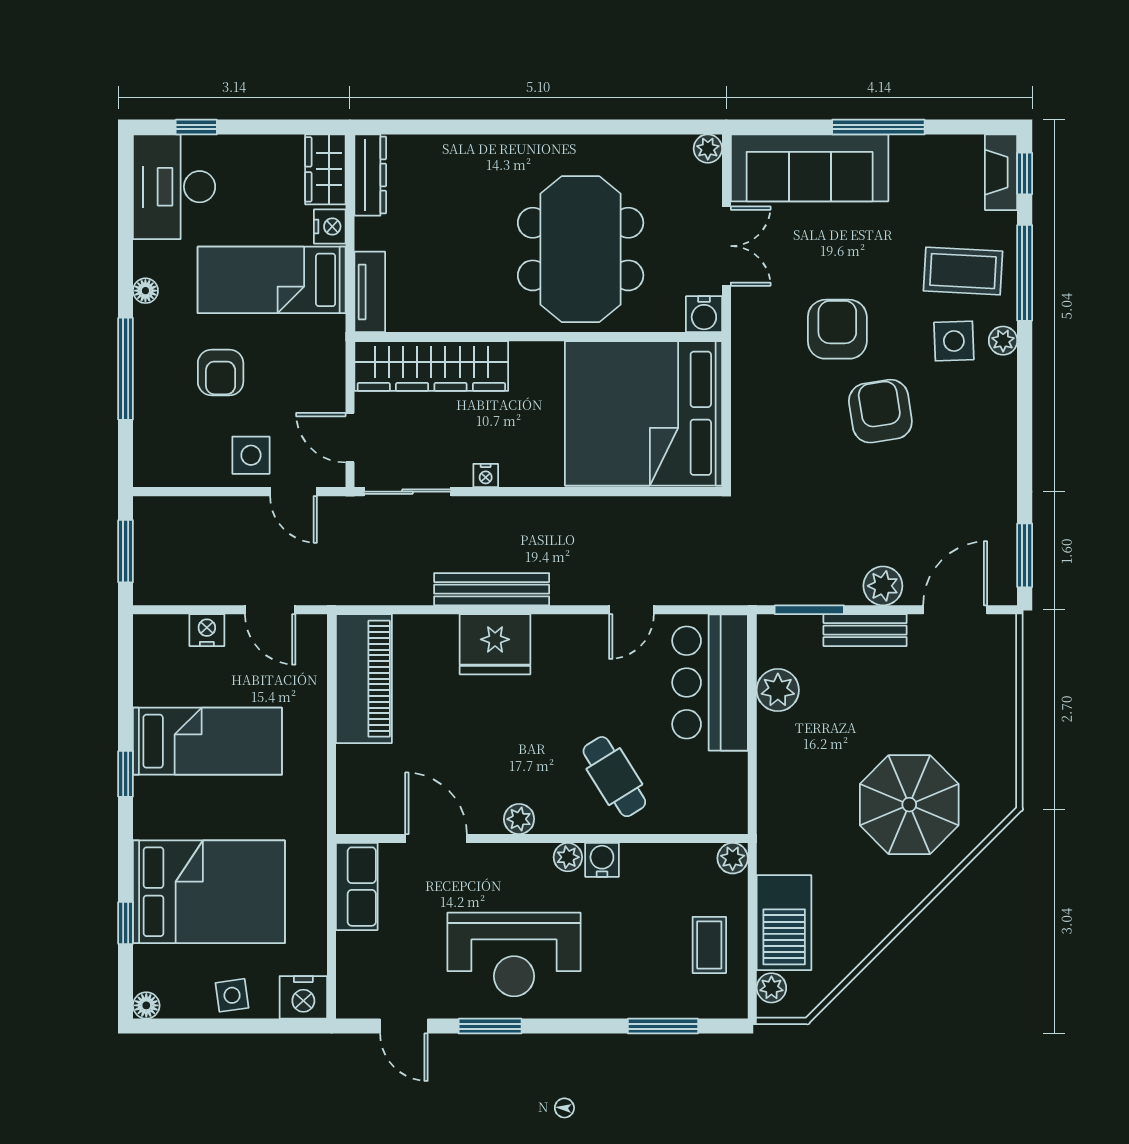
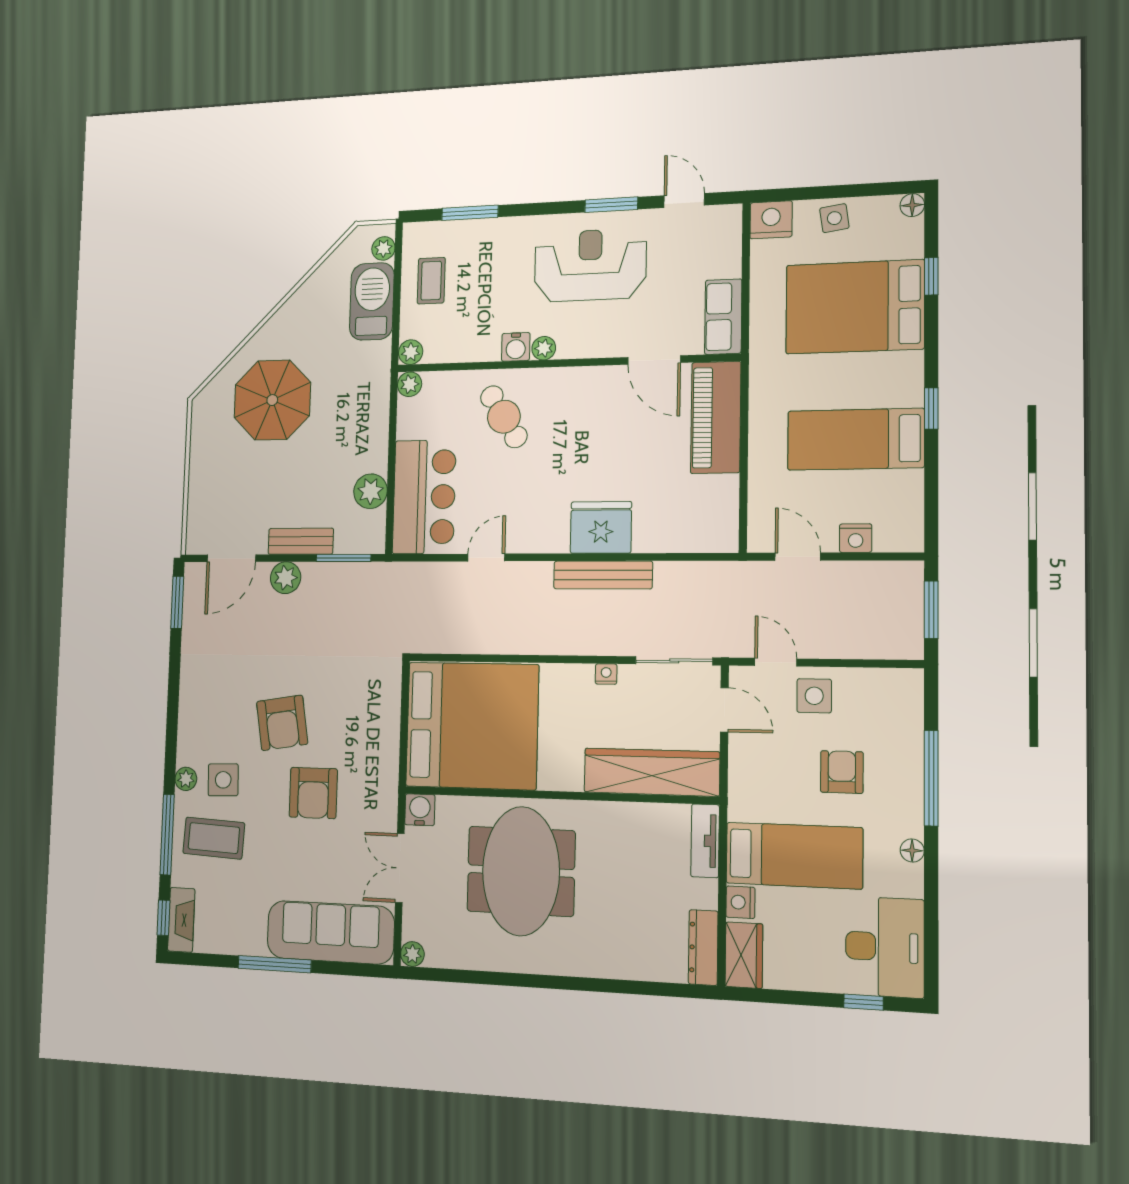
piano: (364, 679) -> (716, 417), moved
plant: (519, 819) -> (410, 384), moved

